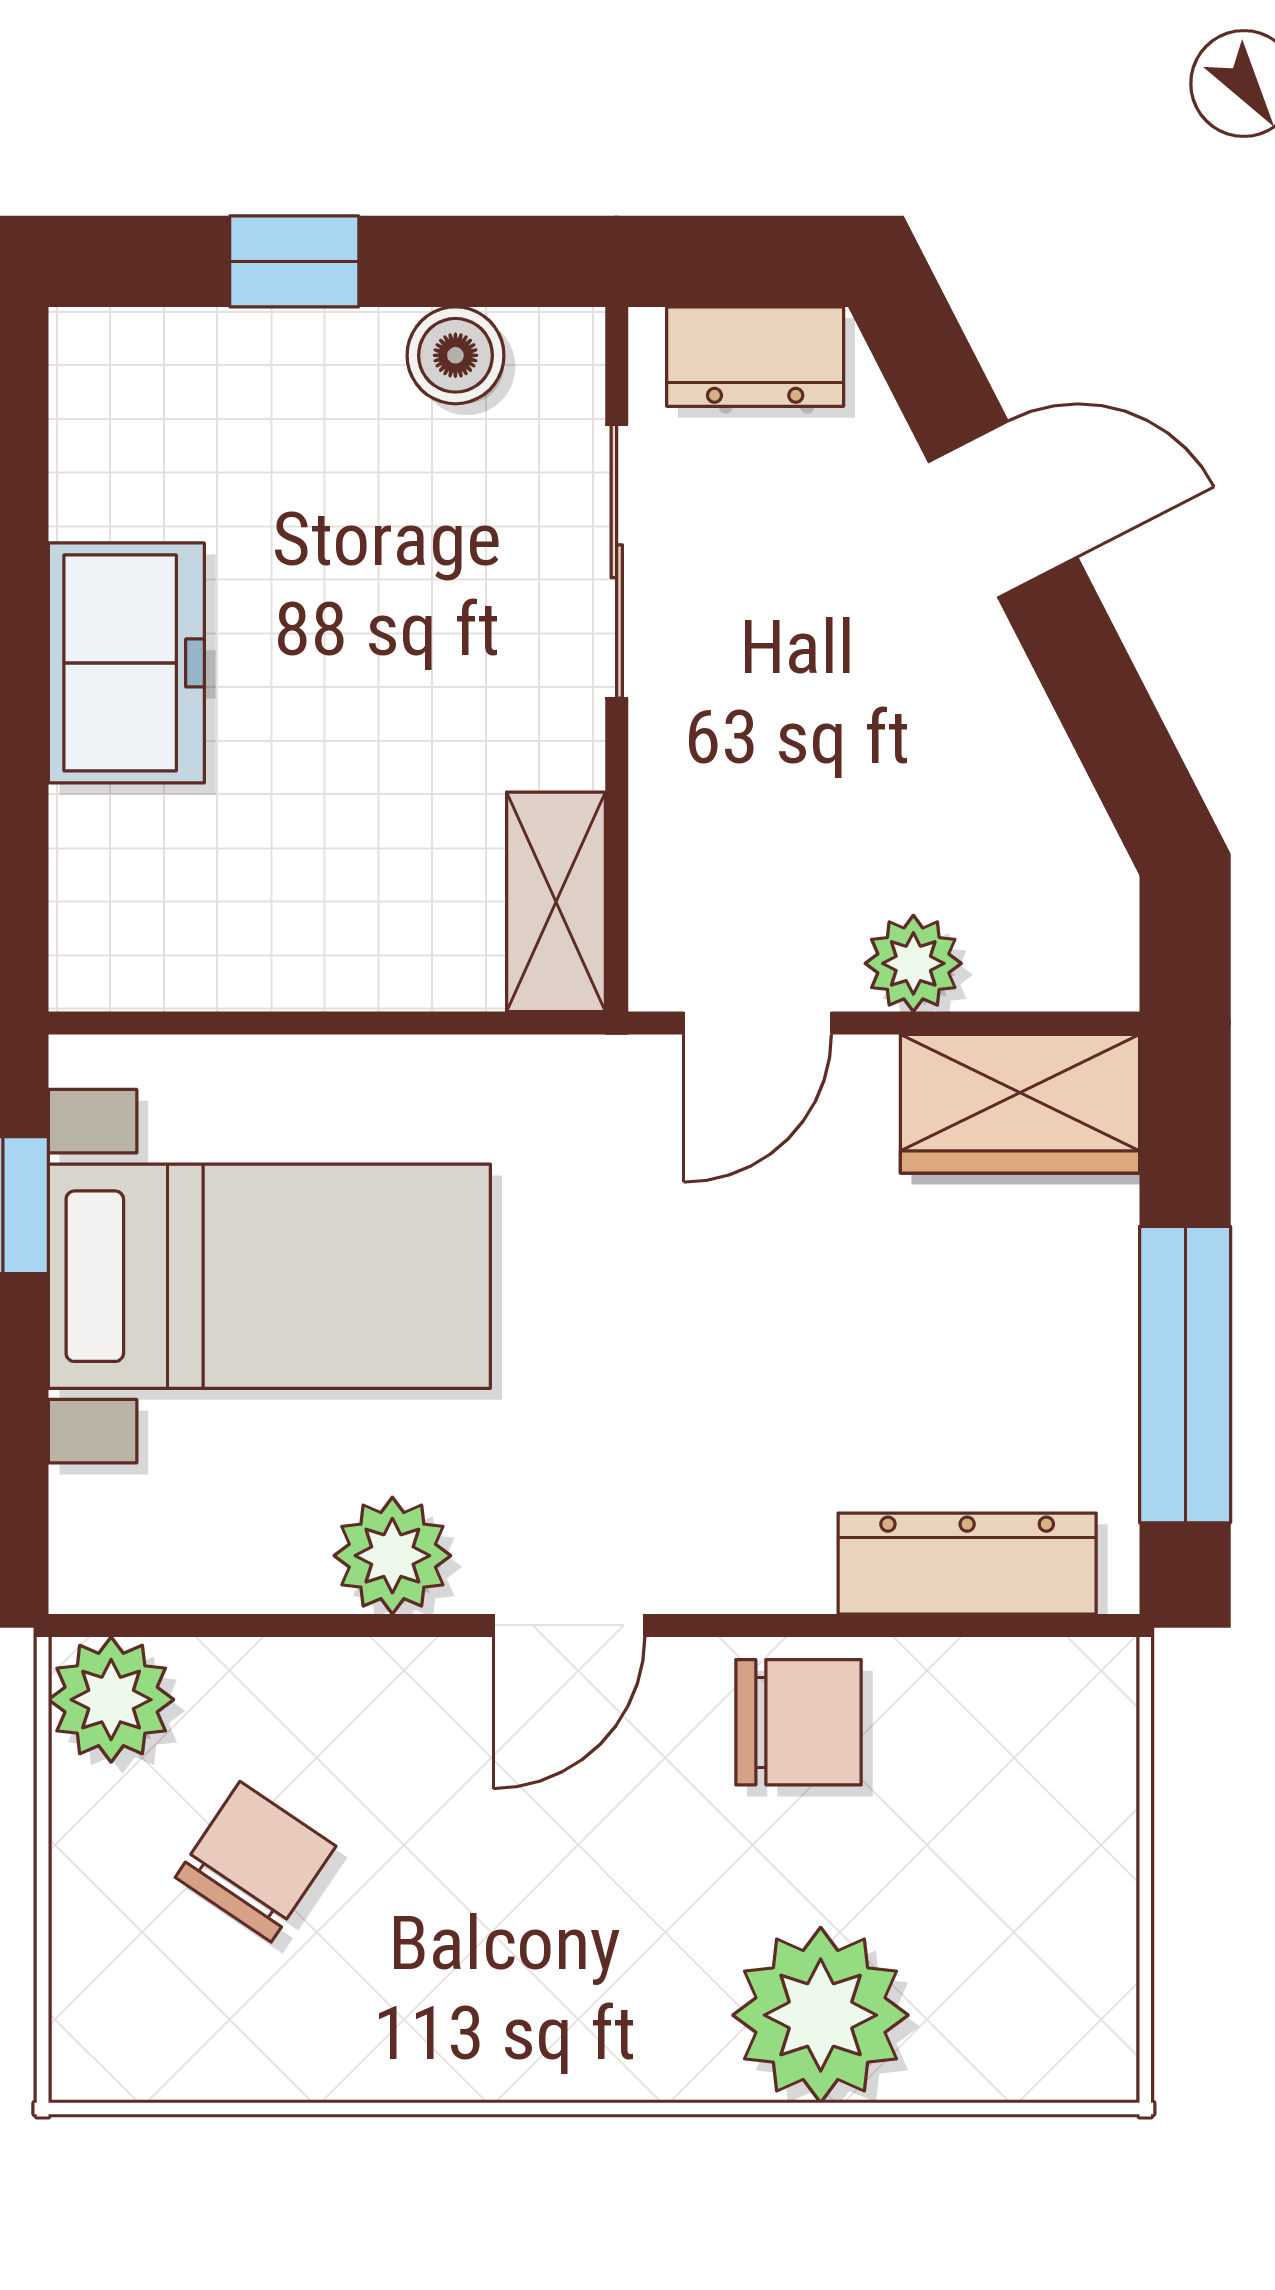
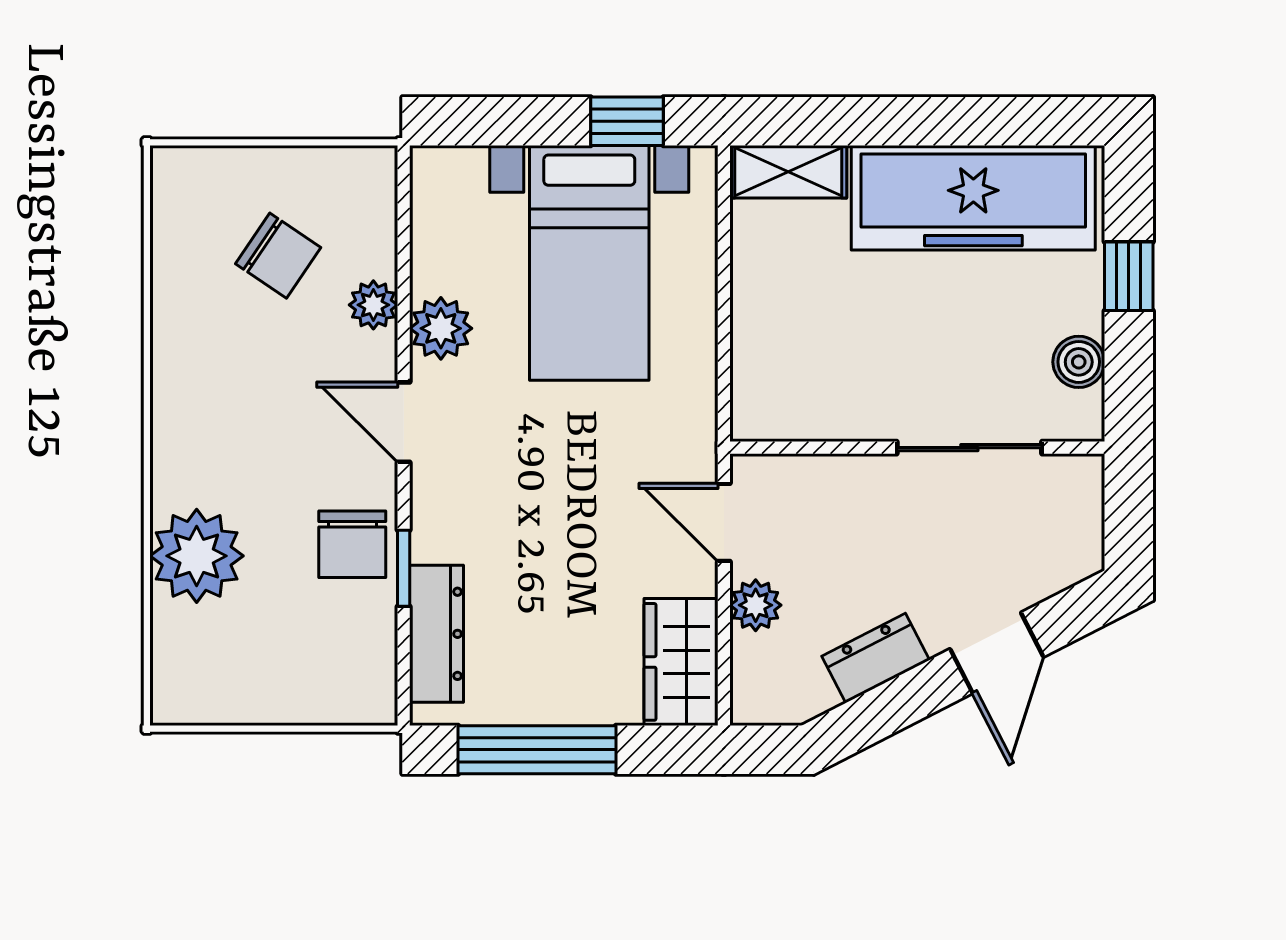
dresser: (755, 357) -> (876, 658), moved, turned 63
freezer: (126, 663) -> (973, 198), width x1.91, depth x1.26
shelving: (556, 902) -> (788, 172), moved
window: (844, 1625) -> (404, 568), added
plant: (111, 1700) -> (373, 305), moved, width x0.73, depth x0.73

